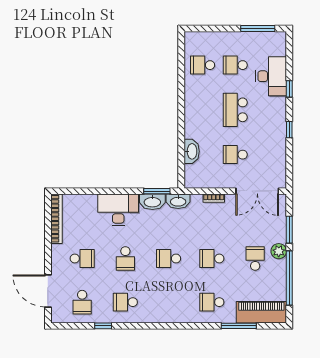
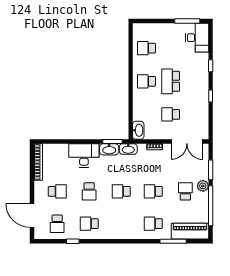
school desk: (235, 65) -> (146, 81), moved
desk: (271, 76) -> (197, 38), moved
washbasin: (192, 151) -> (138, 130), moved

